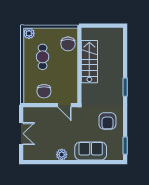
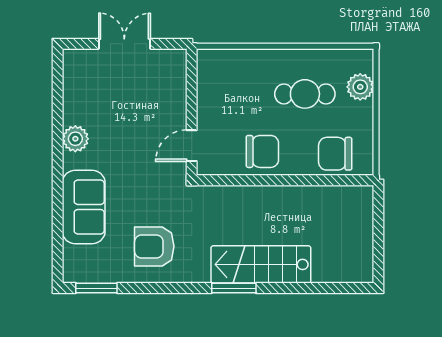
plant: (29, 33) -> (360, 87), moved
stairs: (89, 62) -> (261, 264), moved, turned 180
chair: (44, 91) -> (262, 151), moved, turned 180
double door: (21, 134) -> (124, 44), swing flipped

